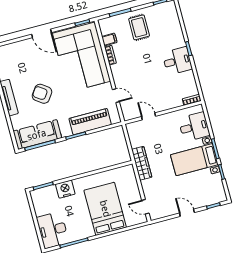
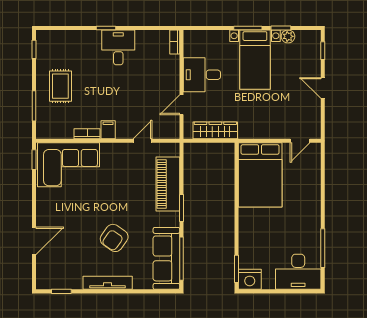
rug: (139, 27) -> (60, 86), turned 90
door: (42, 33) -> (34, 241), moved
filing cabinet: (109, 40) -> (108, 130), moved
corner sofa: (82, 57) -> (68, 165), width x0.73, depth x0.74
desk: (194, 127) -> (202, 75), moved, turned -90
wardrobe: (142, 163) -> (215, 130), moved
plant: (217, 179) -> (288, 36), added
nightstand: (65, 189) -> (250, 279), moved, turned -90
bed: (105, 209) -> (260, 175), moved, turned -90
door: (187, 213) -> (323, 88), hinge flipped

